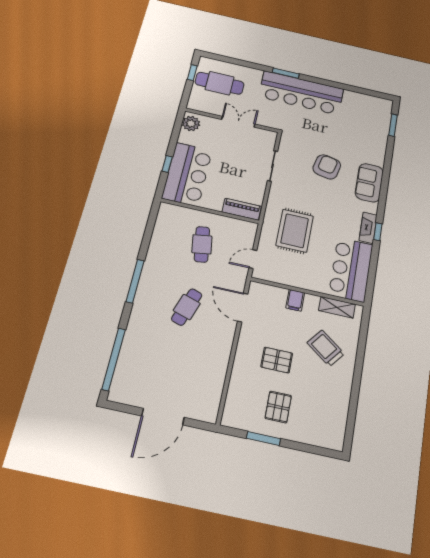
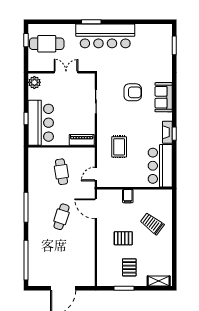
armchair: (327, 167) -> (133, 92), turned 78
rug: (295, 231) -> (119, 147), width x0.73, depth x0.70
shelving: (337, 307) -> (159, 281), moved

